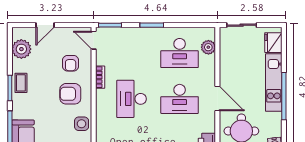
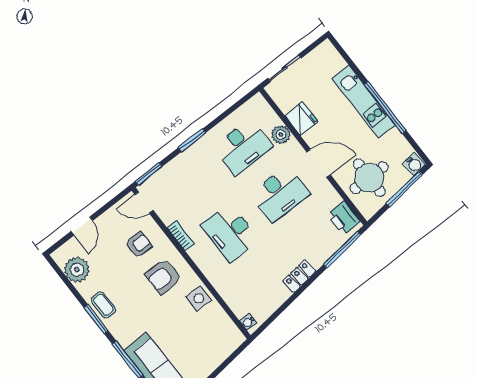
fridge: (273, 43) -> (301, 119), moved, turned 180
plant: (208, 47) -> (281, 134), moved
armchair: (71, 63) -> (139, 245), turned -90

